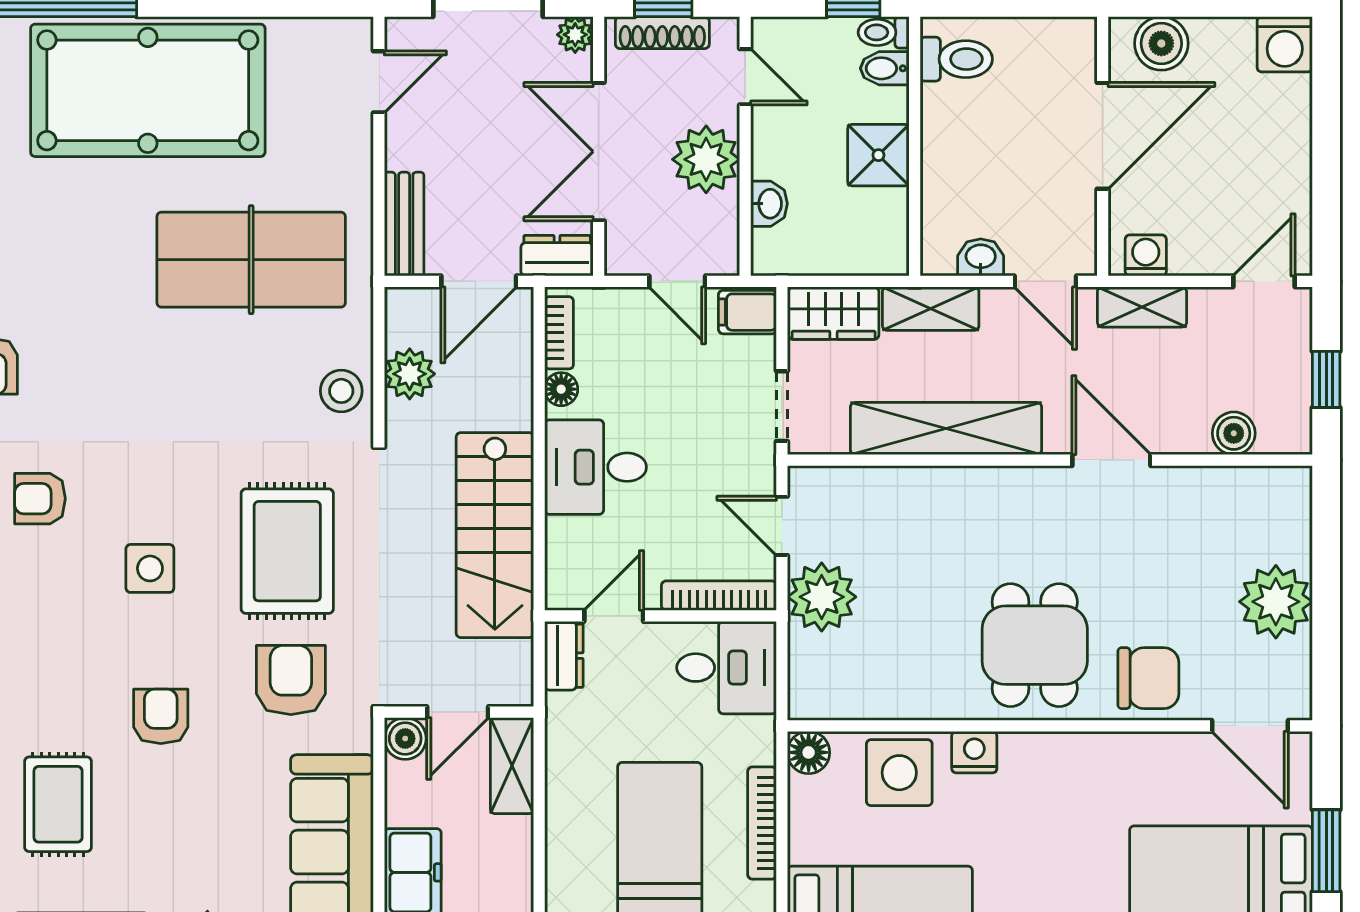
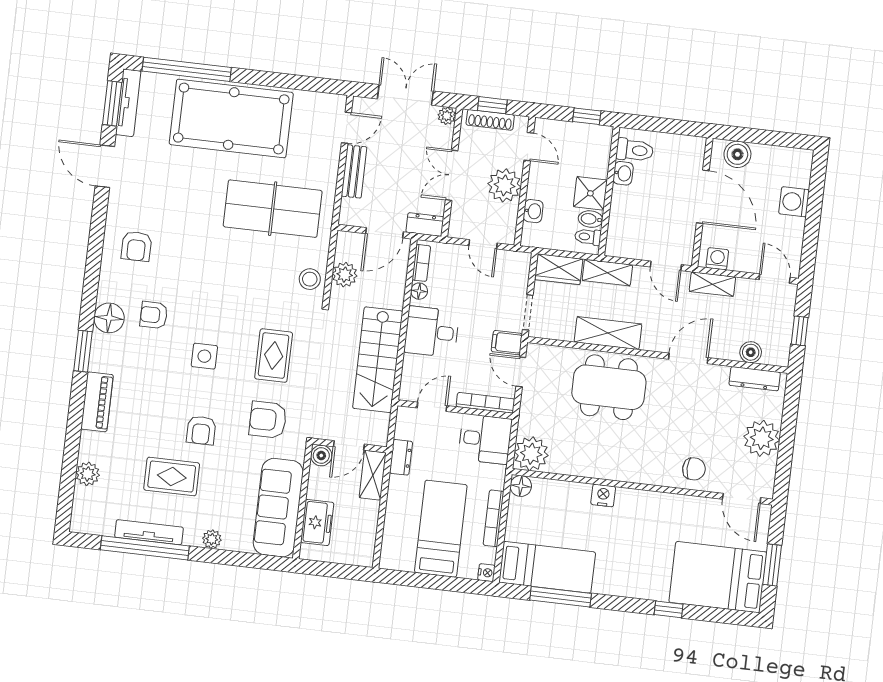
toilet: (884, 32) -> (588, 237), moved
washing machine: (1285, 44) -> (794, 202), moved, turned 90
bidet: (885, 68) -> (591, 219), moved
door: (1103, 136) -> (703, 197), hinge flipped
double door: (599, 152) -> (452, 175), width x0.73
bench: (404, 224) -> (354, 171), moved
washbasin: (981, 257) -> (623, 173), moved, turned 90
door: (1264, 281) -> (775, 279), hinge flipped
filing cabinet: (747, 312) -> (507, 343), moved
shelving: (946, 429) -> (608, 333), width x0.68
door: (1111, 460) -> (688, 358), hinge flipped
dresser: (1248, 485) -> (755, 379), added
rug: (287, 551) -> (274, 356), width x0.73, depth x0.70
plant: (822, 597) -> (531, 454), moved
dining table: (1035, 645) -> (609, 387), moved, width x1.38
dresser: (564, 656) -> (401, 457), moved
chair: (1148, 678) -> (694, 469), width x0.73, depth x0.73
armchair: (291, 680) -> (268, 420), turned -90
armchair: (161, 716) -> (201, 430), turned 180
side table: (899, 773) -> (565, 501), removed
rug: (58, 804) -> (172, 476), moved, turned 90

